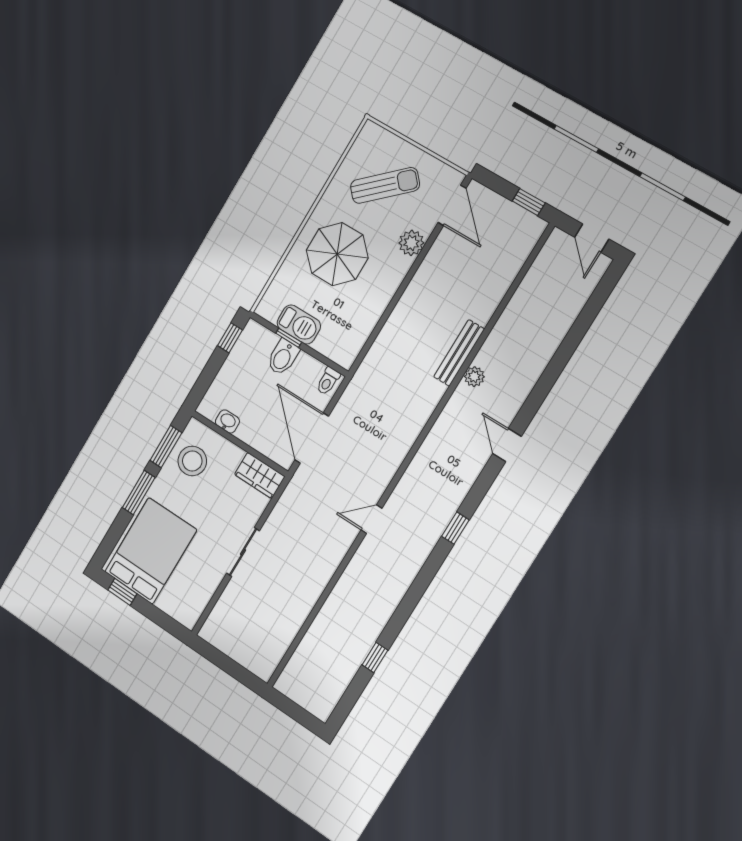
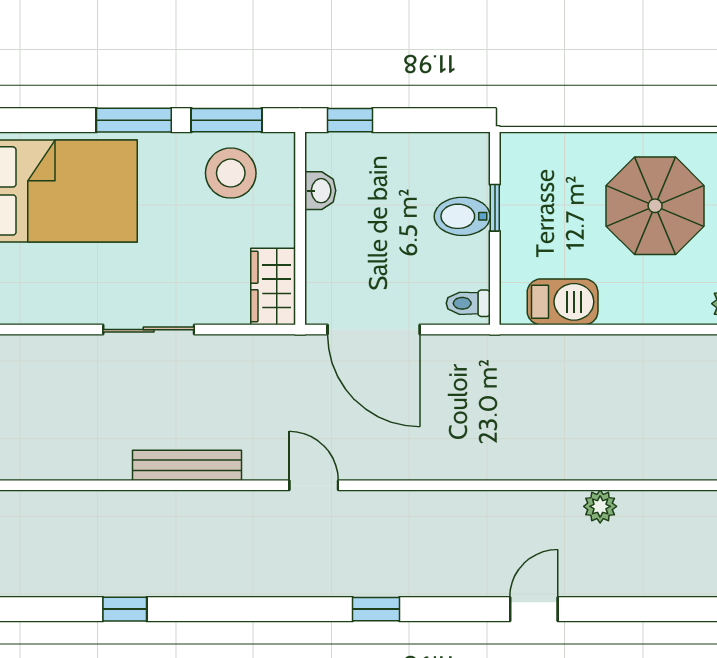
barbecue: (299, 324) -> (563, 302), moved, turned -90
window: (230, 338) -> (350, 120), moved
bench: (459, 353) -> (187, 465), moved
door: (312, 438) -> (374, 330), swing flipped

